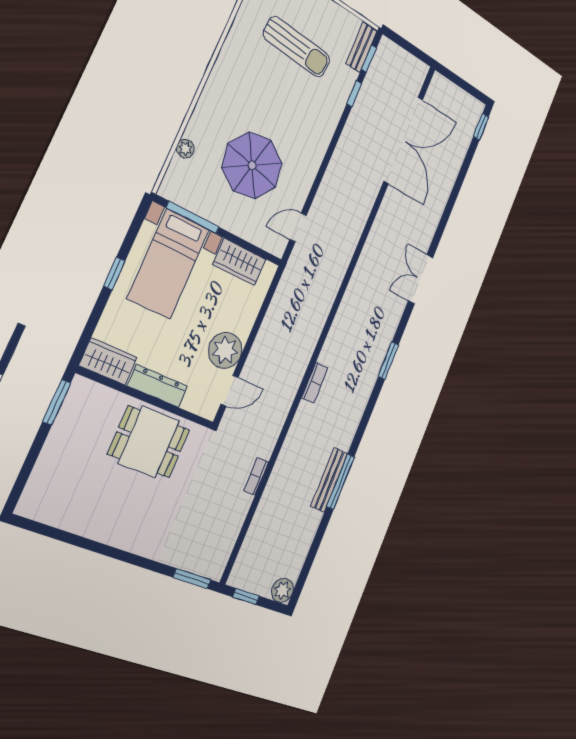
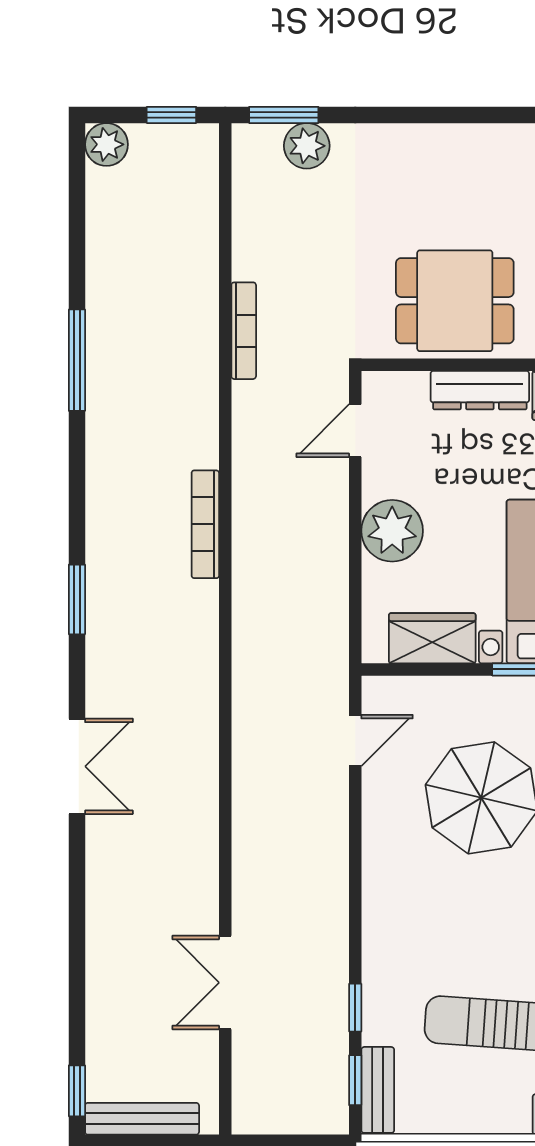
double door: (403, 140) -> (225, 983), width x0.54
plant: (225, 350) -> (392, 531), moved
bookcase: (315, 383) -> (205, 524), width x1.56
bookcase: (256, 476) -> (244, 331), width x1.56
bench: (329, 480) -> (142, 1119), moved, turned 90
plant: (188, 557) -> (307, 146), added

